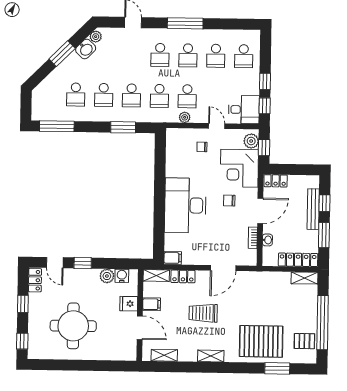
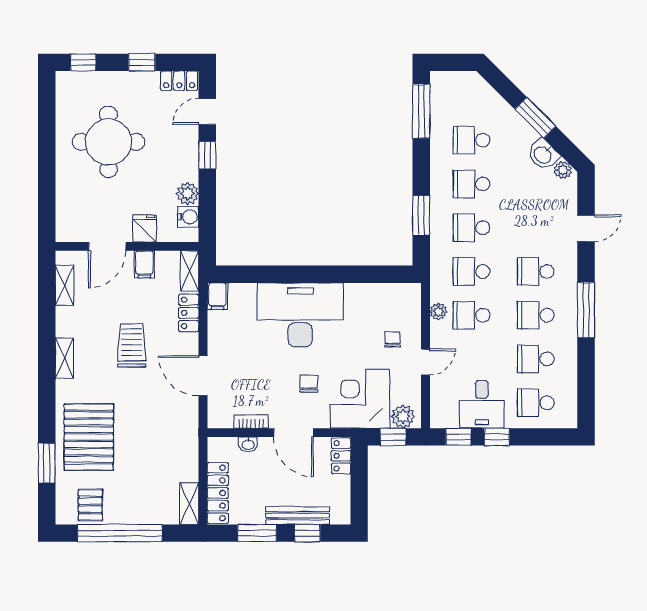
desk: (244, 110) -> (482, 404), moved

